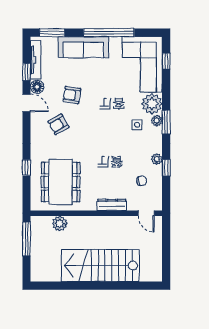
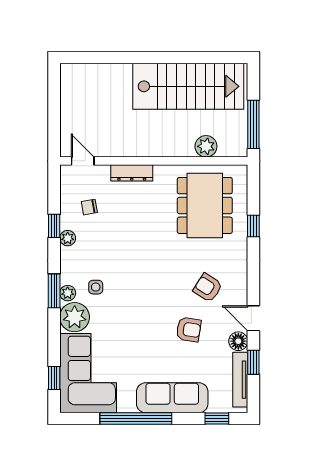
window: (52, 33) -> (217, 418), width x0.67
armchair: (59, 124) -> (208, 288), turned -117
stairs: (100, 266) -> (188, 86), moved

